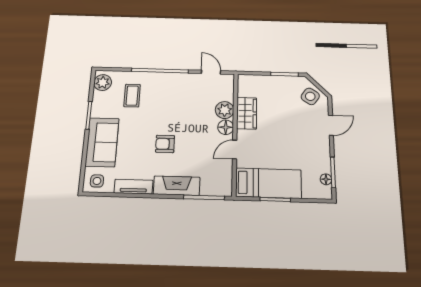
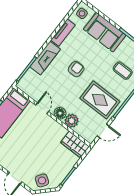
rug: (181, 97) -> (100, 100), added
wardrobe: (247, 113) -> (75, 145), moved

